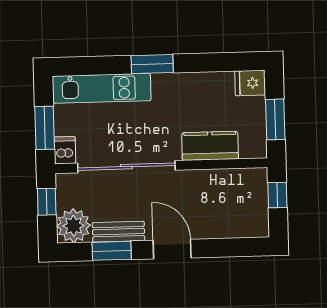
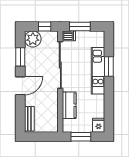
window: (152, 64) -> (109, 66), moved
kitchen unit: (102, 88) -> (98, 71), moved
window: (277, 195) -> (45, 137), removed
bench: (118, 232) -> (29, 119), moved

